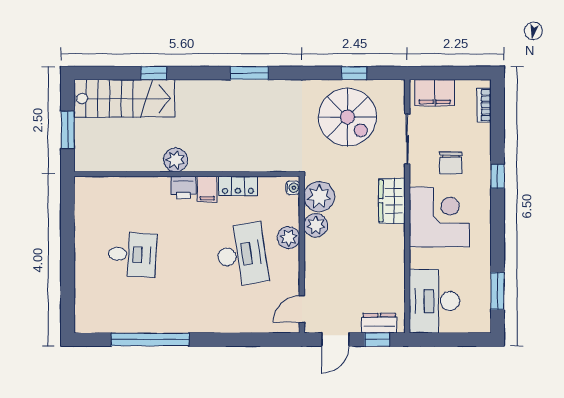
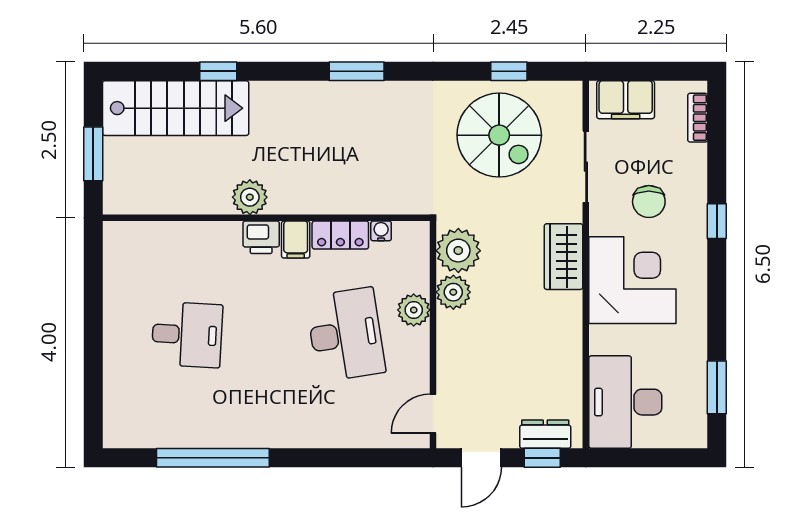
water cooler: (293, 188) -> (381, 231), moved, turned -90

